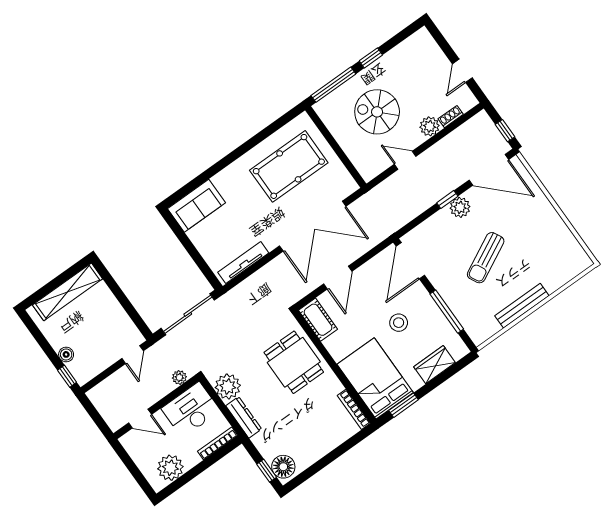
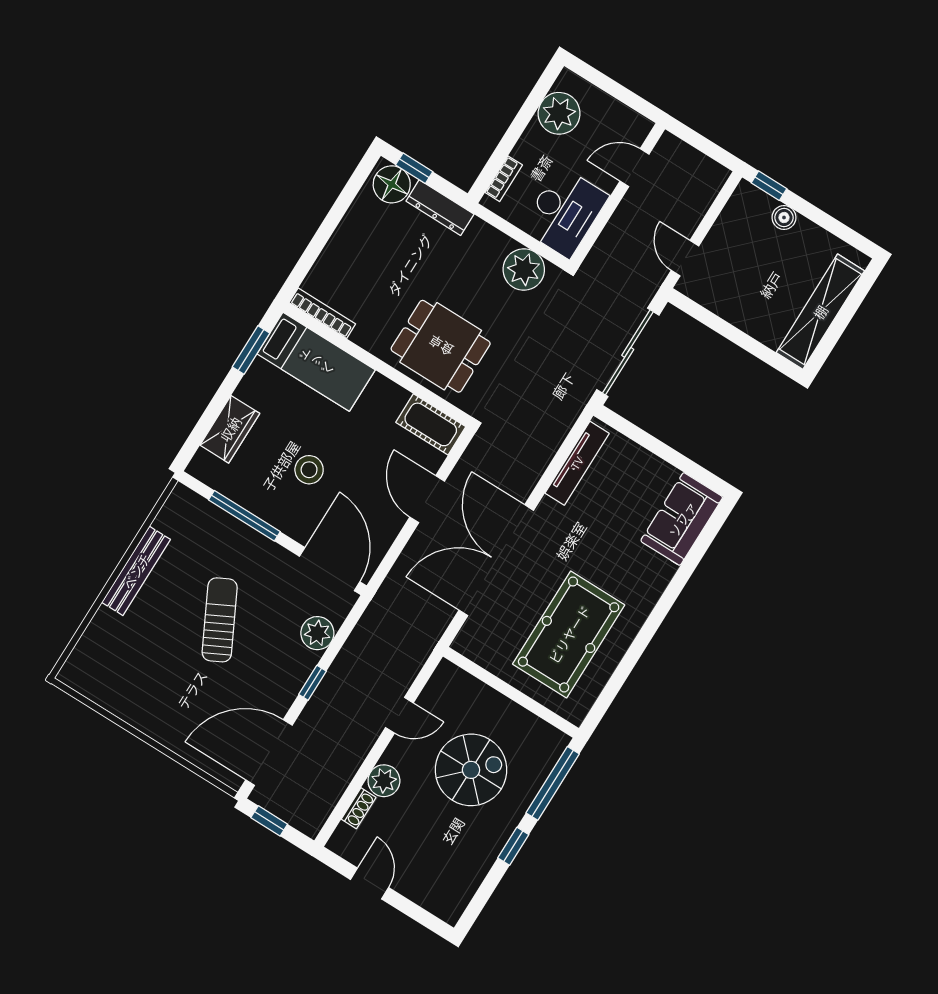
plant: (460, 207) -> (317, 633), moved
plant: (179, 377) -> (601, 253), removed
bed: (375, 378) -> (316, 362), width x0.67
dresser: (244, 417) -> (440, 208), moved
bookcase: (218, 443) -> (504, 179), width x0.64

